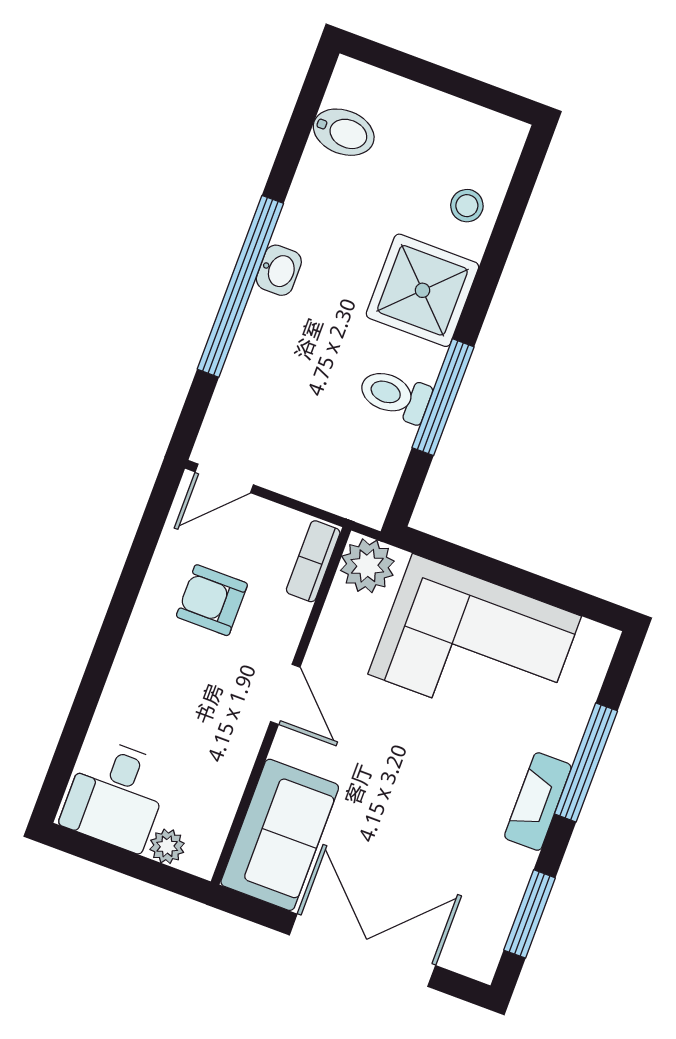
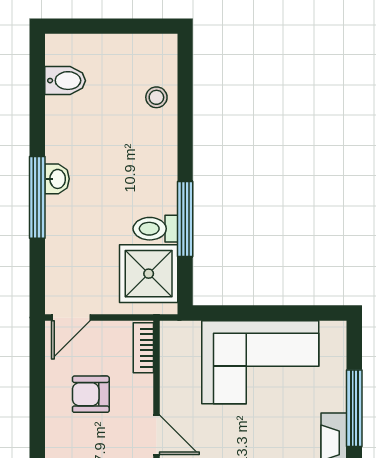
window: (240, 286) -> (37, 197), width x0.68
shower: (422, 290) -> (149, 274), moved
plant: (367, 566) -> (177, 338), removed

